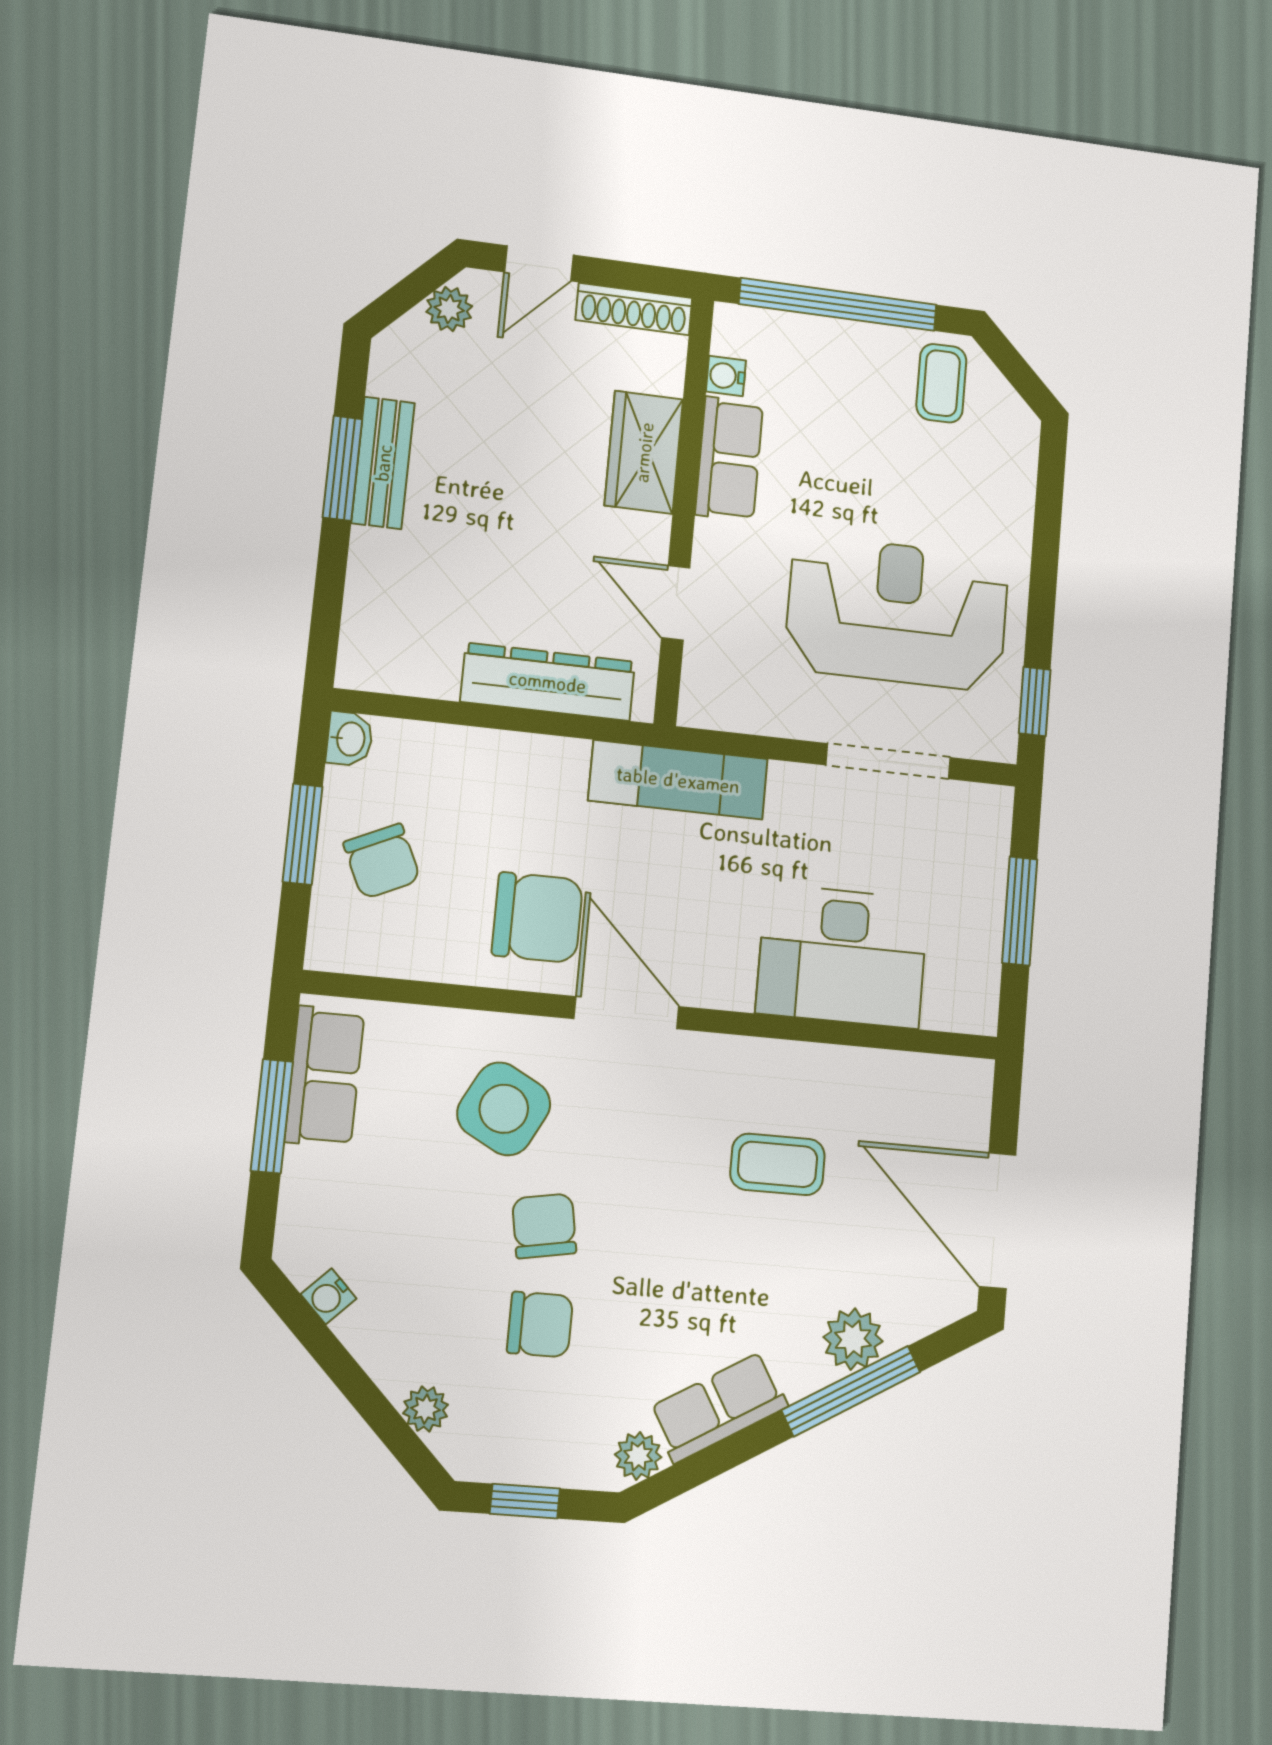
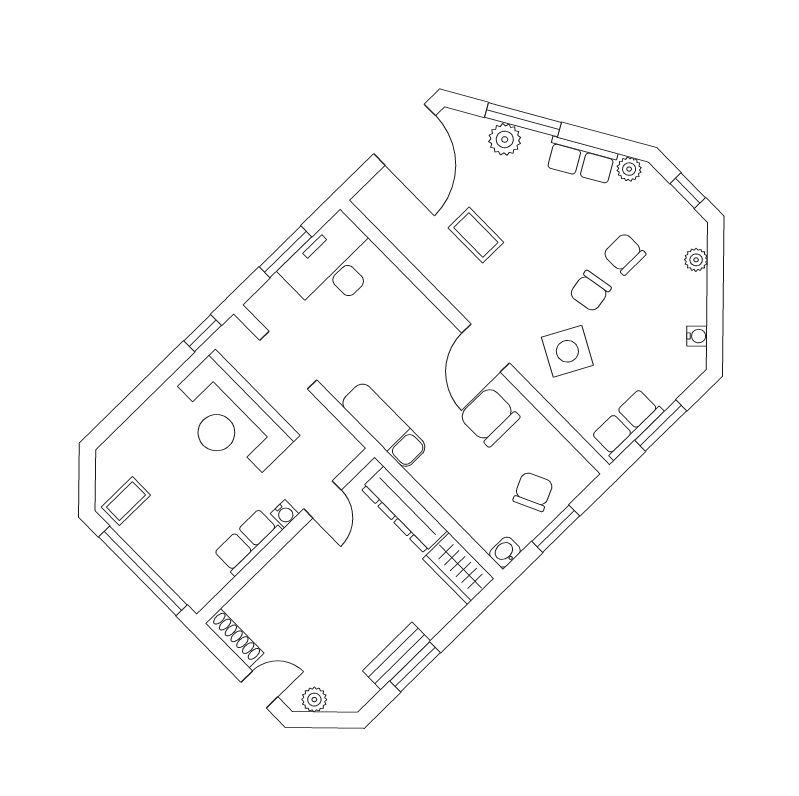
water cooler: (726, 376) -> (285, 514), moved
wardrobe: (644, 452) -> (458, 569), moved, turned 90
desk: (842, 956) -> (333, 265), moved, turned -90

